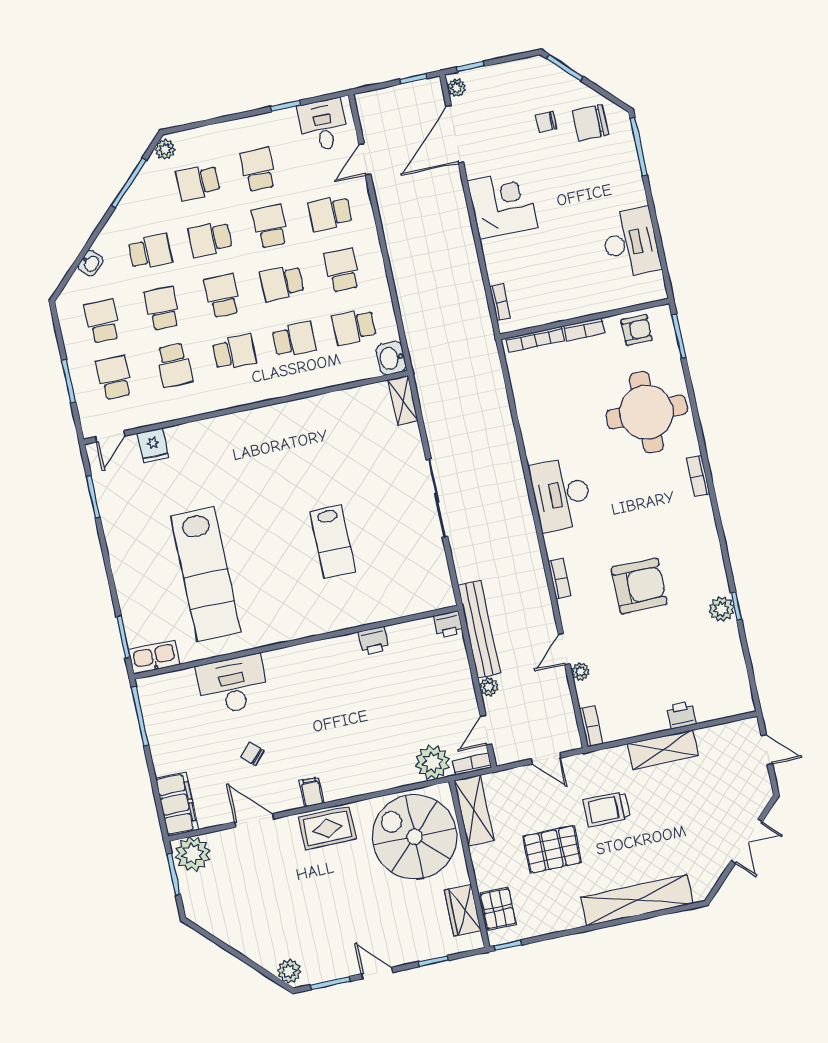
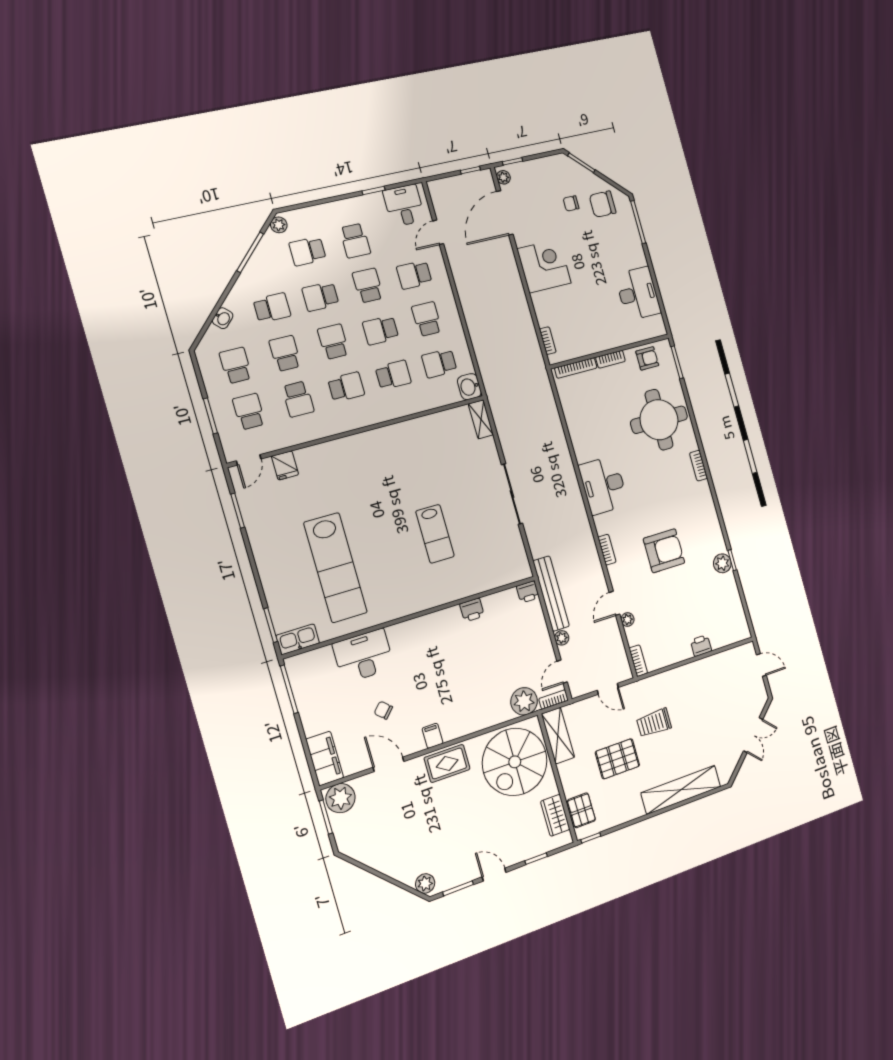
school desk: (258, 170) -> (355, 241), turned 180
shelving: (663, 750) -> (690, 673), removed
spiral stairs: (415, 837) -> (515, 762), turned -90

